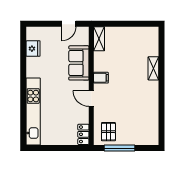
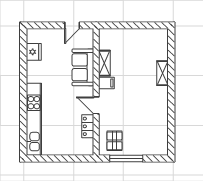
shelving: (99, 39) -> (104, 63), moved
locker: (83, 134) -> (88, 126), moved

